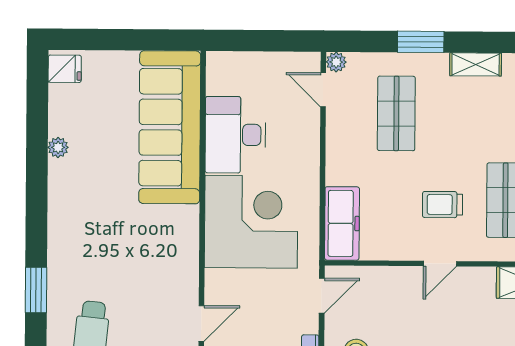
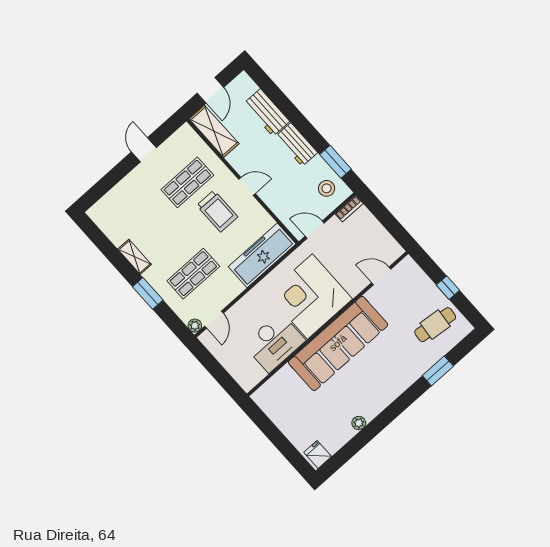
sofa: (170, 127) -> (338, 343), moved
trolley: (442, 205) -> (217, 211), width x1.36, depth x1.39
freezer: (342, 223) -> (262, 255), width x1.36, depth x1.26

